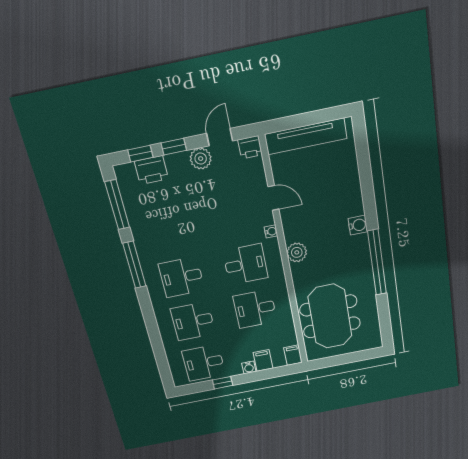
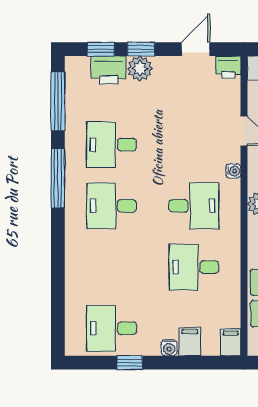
plant: (201, 159) -> (140, 68), moved
desk: (193, 321) -> (112, 145), moved

